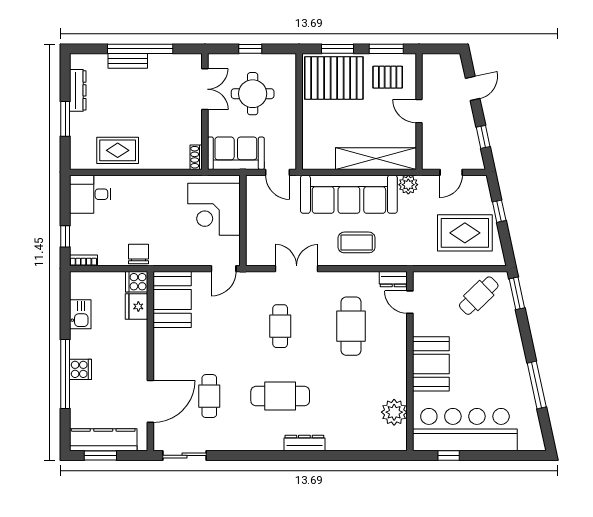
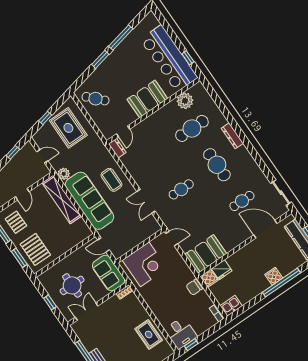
pallet: (334, 78) -> (35, 249), width x0.73, depth x0.71
door: (278, 172) -> (103, 245), swing flipped
window: (65, 236) -> (191, 345), moved
window: (517, 293) -> (100, 59), moved
kitchen sink: (80, 314) -> (231, 306), moved
cafe table: (351, 326) -> (192, 128), moved

